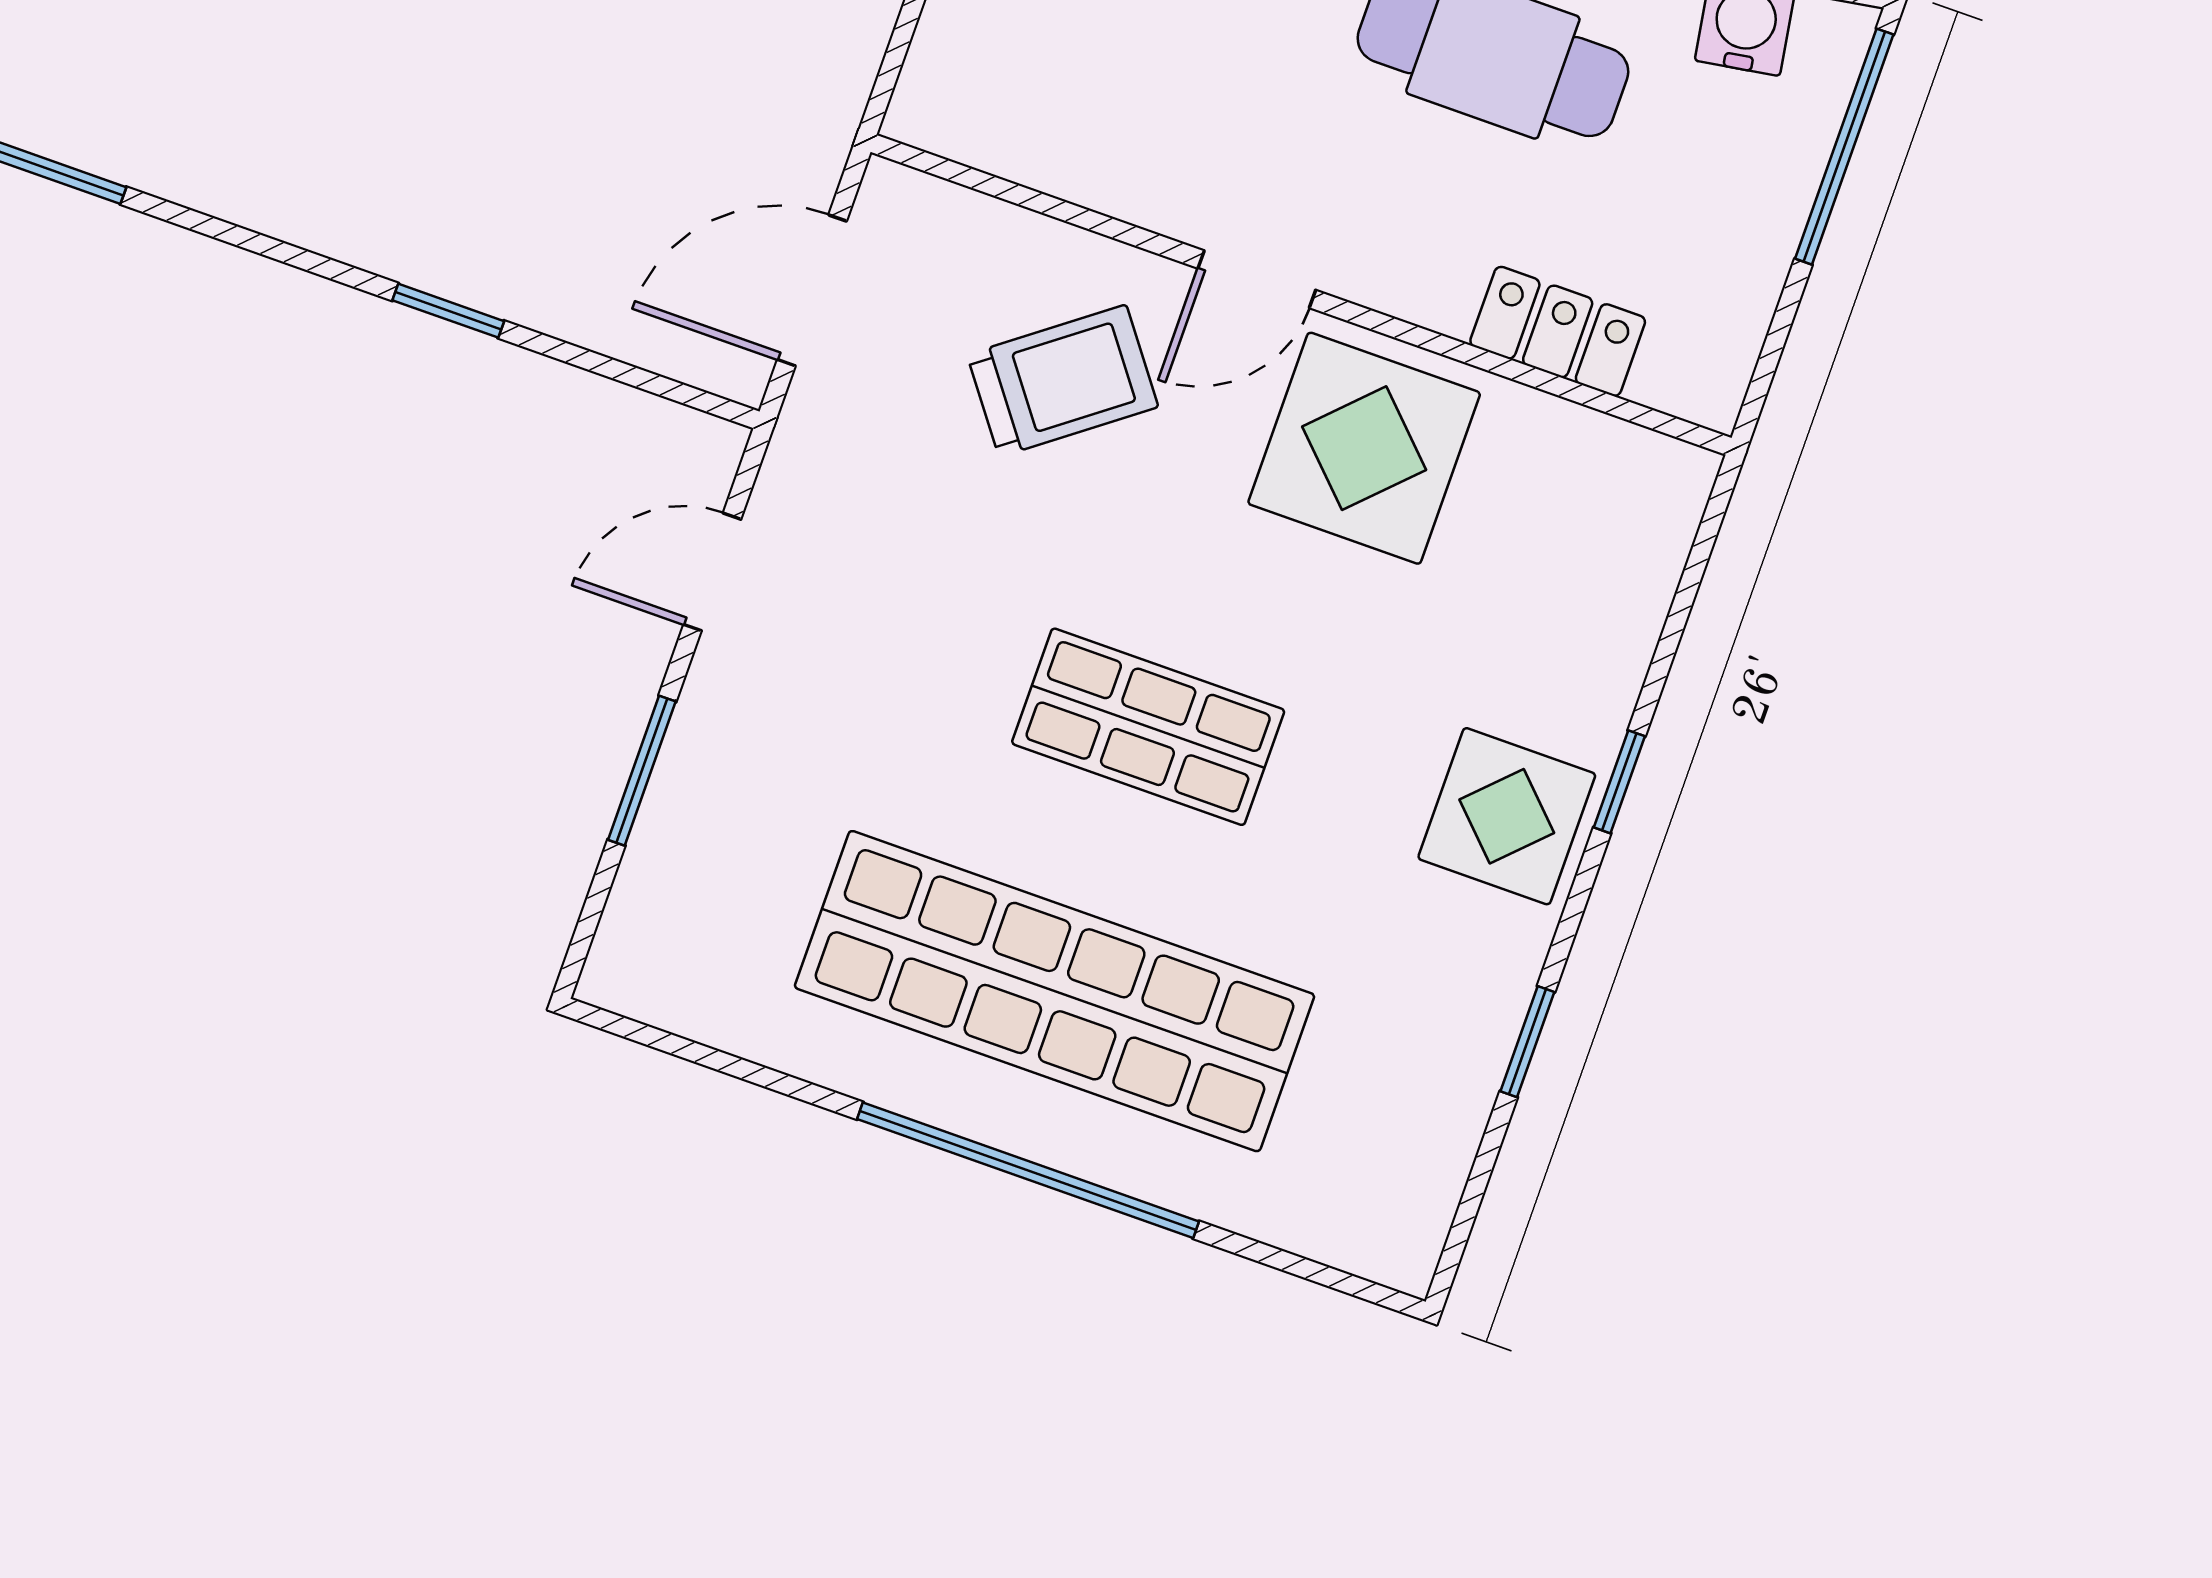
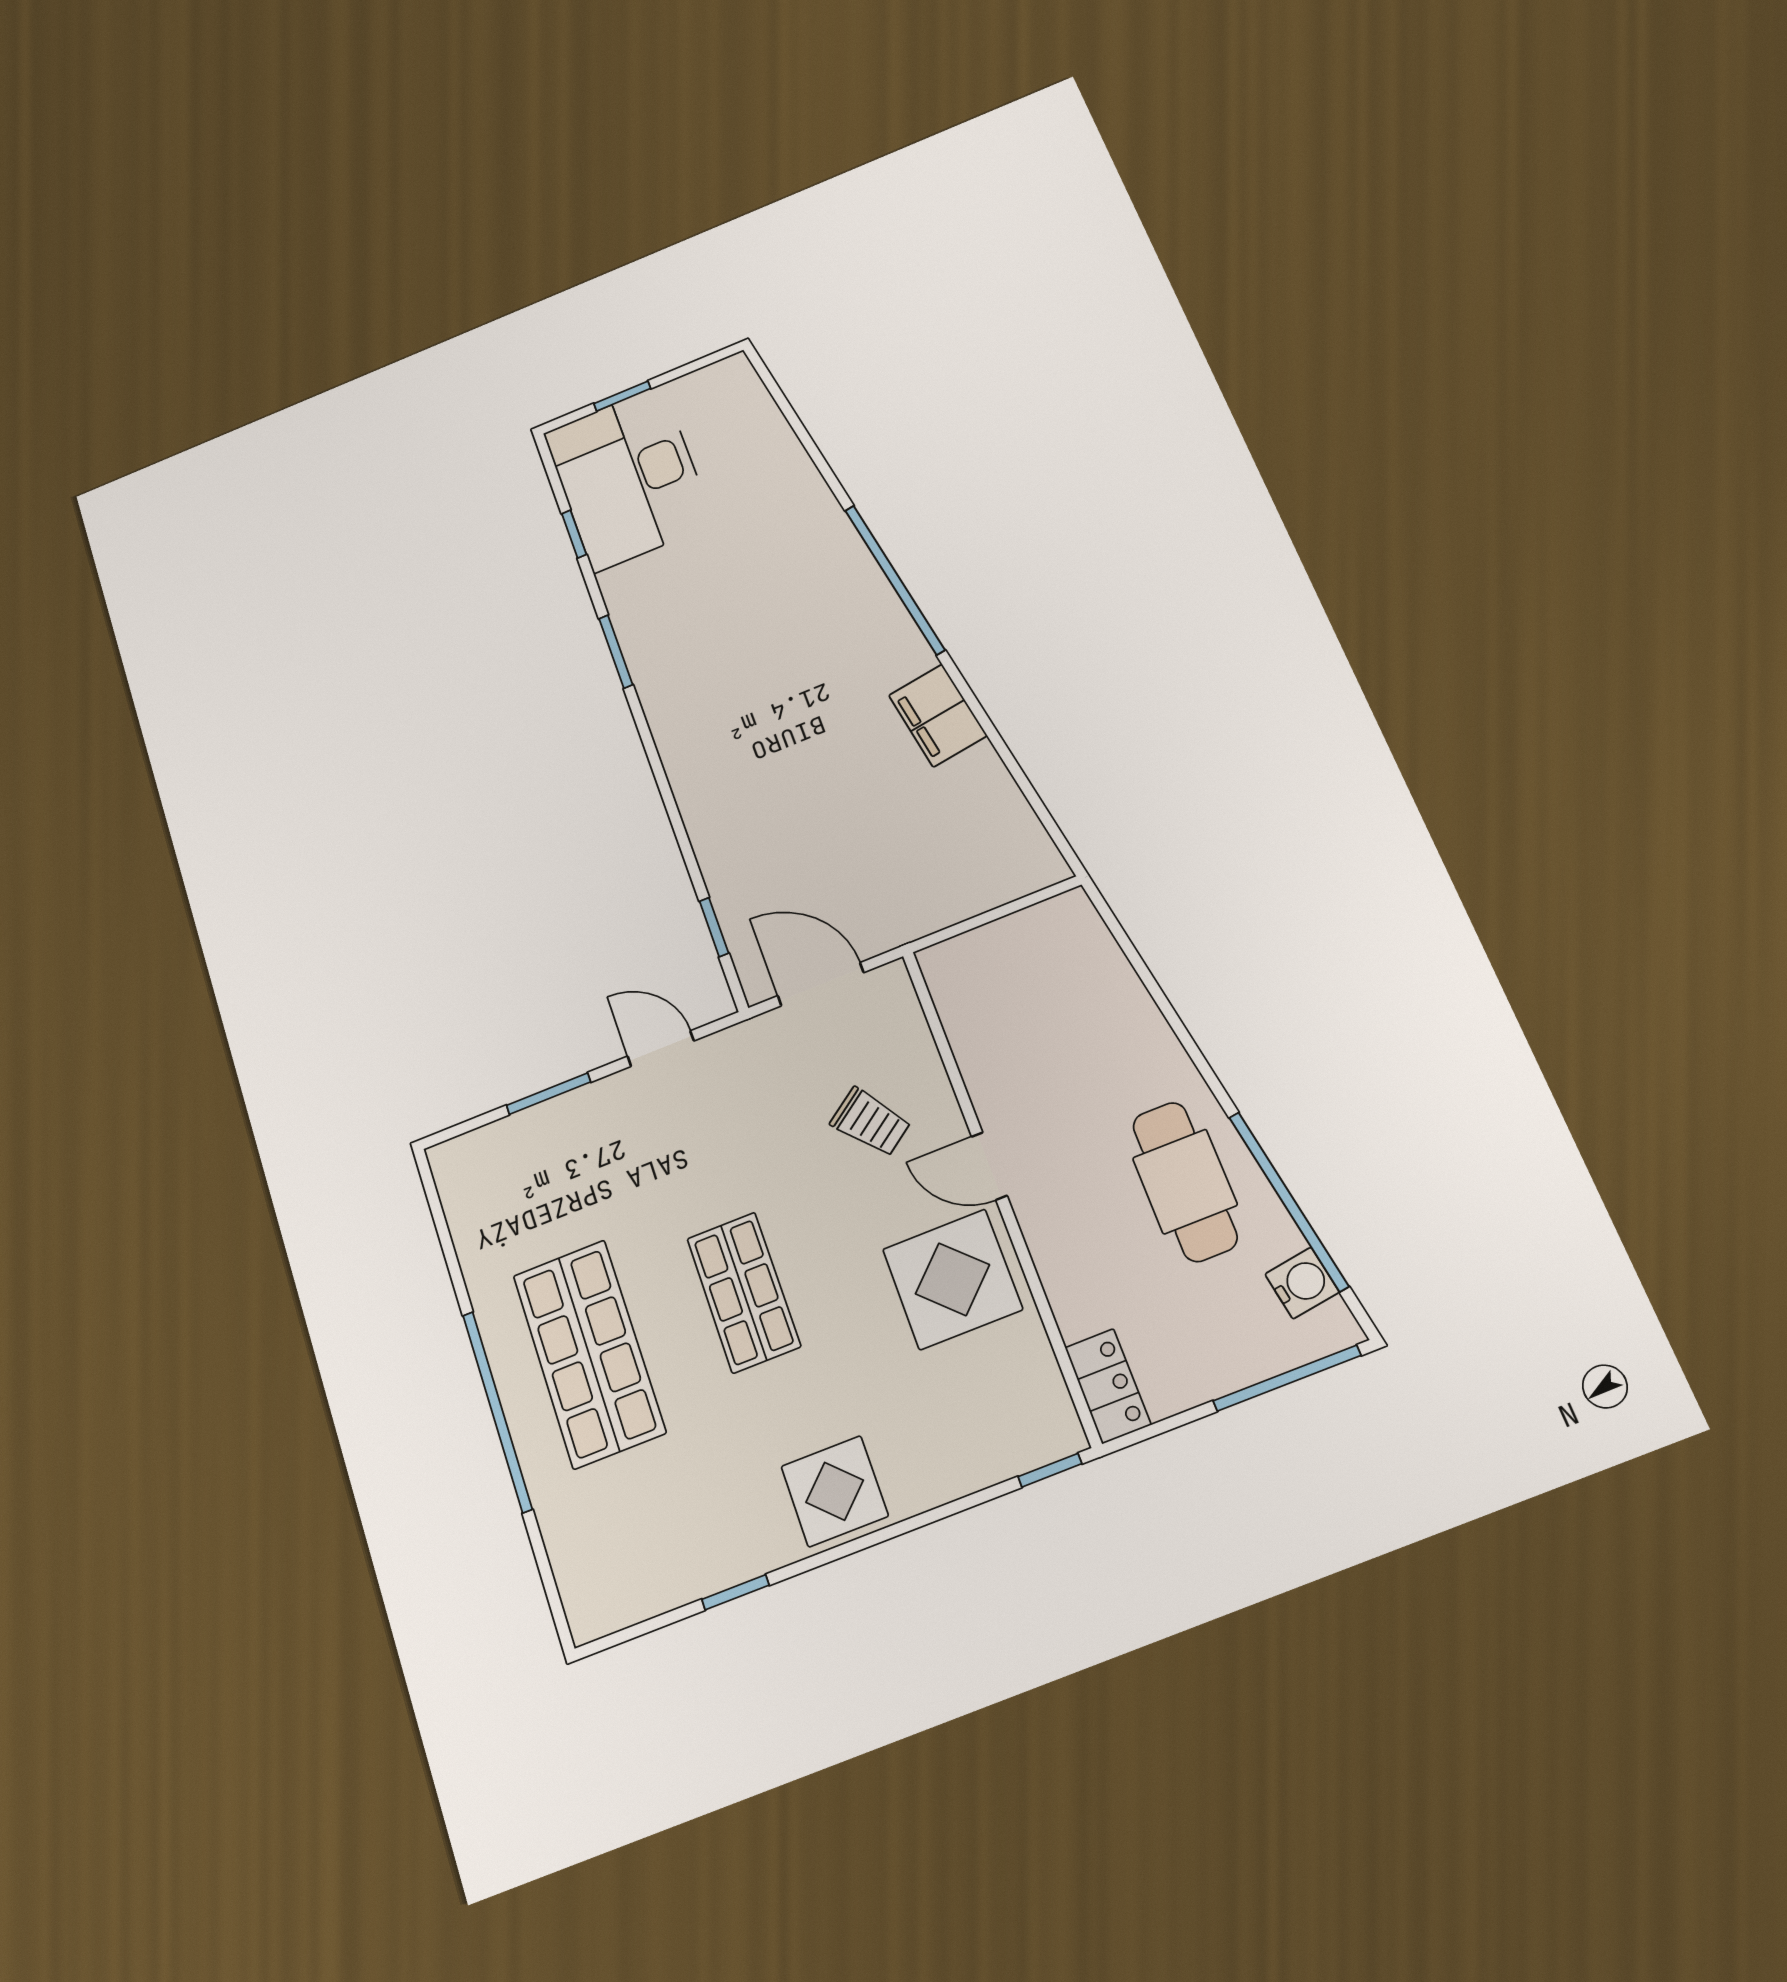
window: (448, 311) -> (714, 927), moved
locker: (1558, 331) -> (1108, 1386), moved
trolley: (1063, 381) -> (870, 1122), width x0.73, depth x0.72
window: (1619, 782) -> (1050, 1470), moved
shop shelf: (1055, 991) -> (589, 1354), width x0.71

